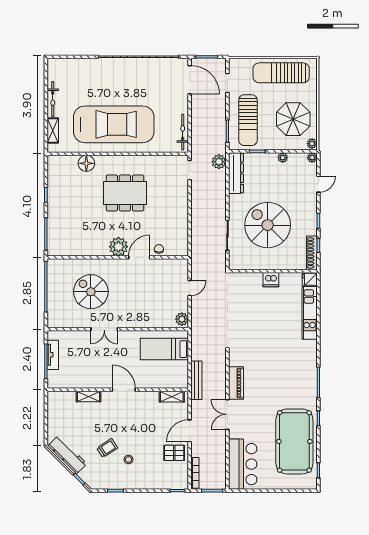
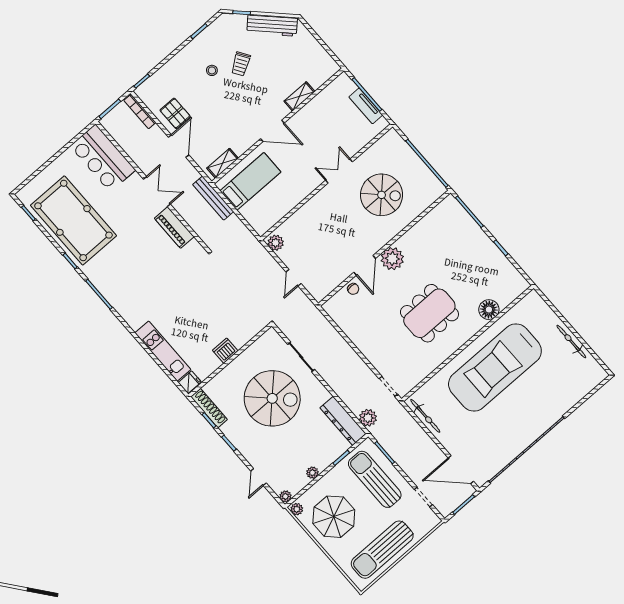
sun lounger: (281, 73) -> (382, 550), turned 180
shelving: (53, 131) -> (546, 313), removed
bed: (164, 349) -> (250, 181), moved
pallet: (174, 453) -> (175, 113), turned 90

